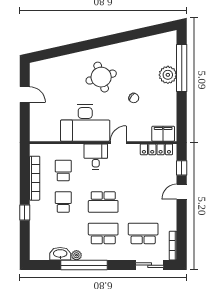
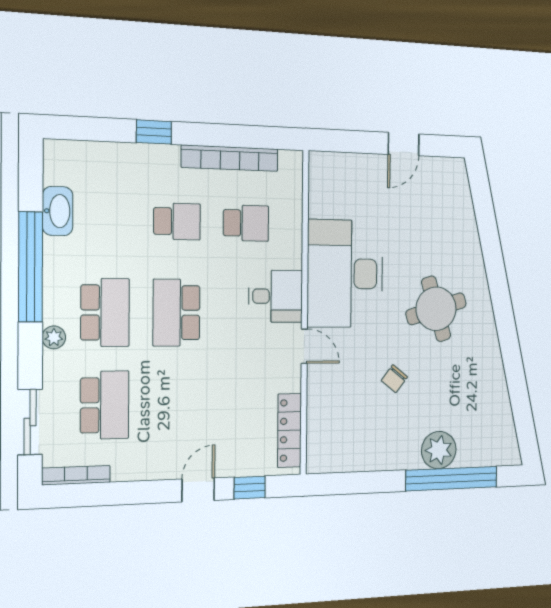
filing cabinet: (163, 134) -> (322, 444), removed
door: (182, 192) -> (198, 490), hinge flipped
plant: (76, 255) -> (54, 337), moved

